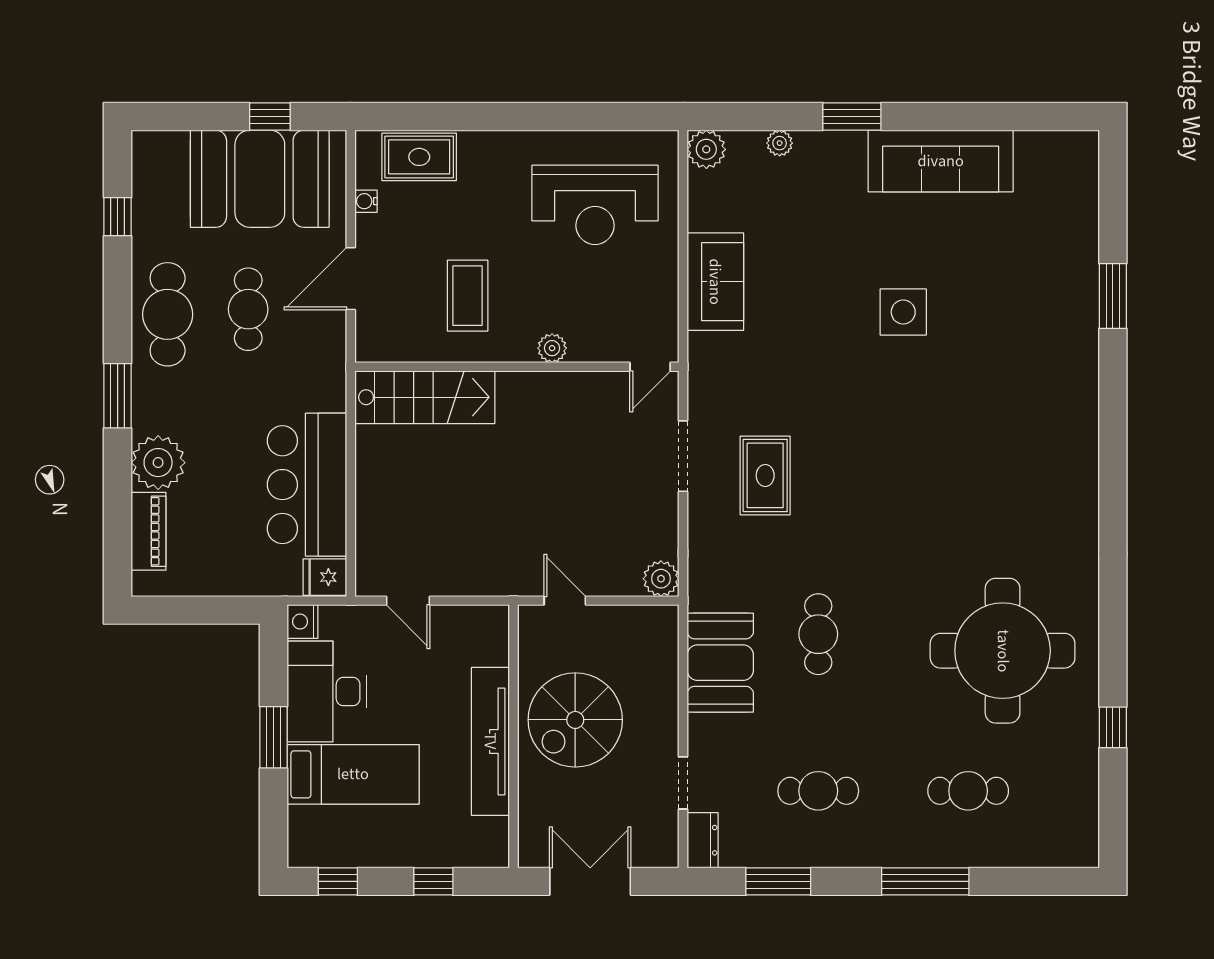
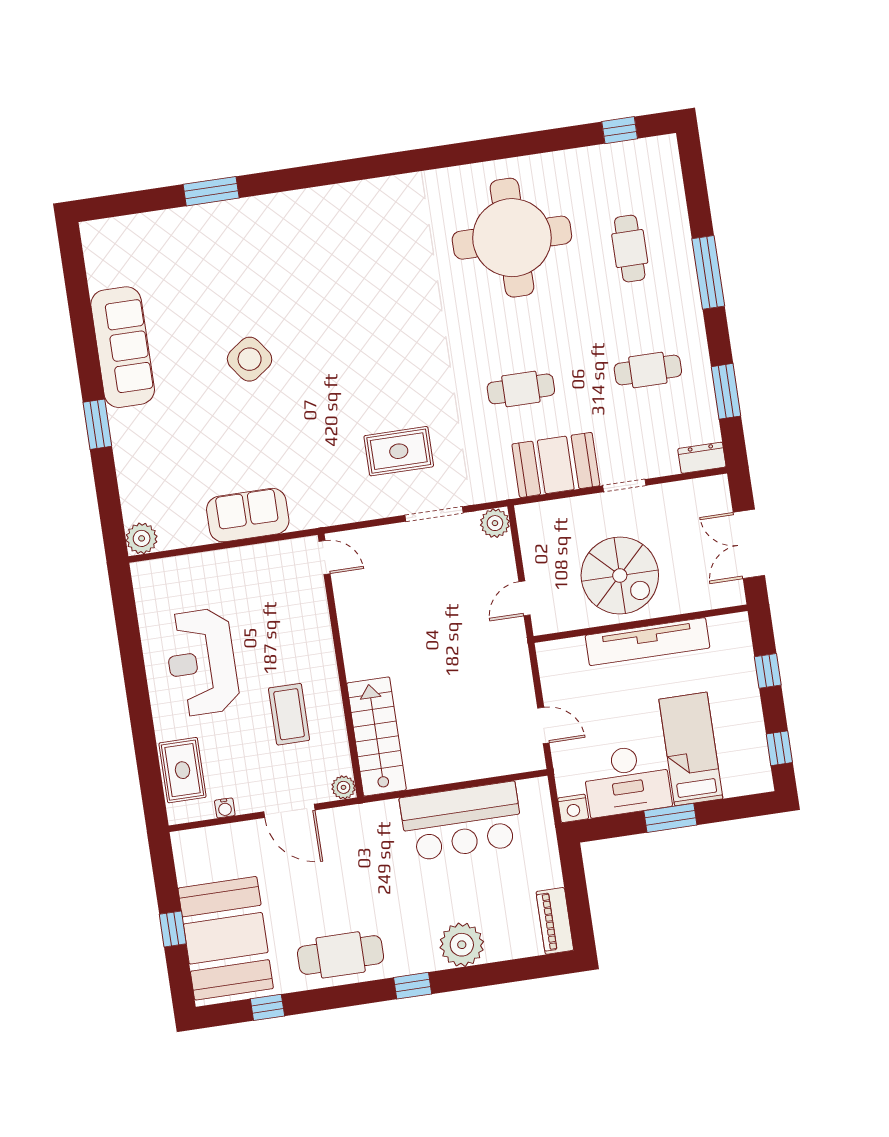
window: (270, 117) -> (173, 929), moved
plant: (780, 143) -> (128, 480), removed
booth: (260, 179) -> (226, 938), moved
reception desk: (595, 205) -> (202, 662), moved, turned 180
coffee table: (468, 296) -> (289, 714), turned 90
cafe table: (248, 309) -> (327, 890), removed
side table: (903, 312) -> (250, 359), turned -36
plant: (552, 348) -> (343, 787), moved
window: (118, 396) -> (413, 986), width x0.67
doorway: (683, 456) -> (434, 514), moved
piano: (149, 531) -> (555, 921), moved, turned -90
fridge: (325, 577) -> (534, 796), removed
door: (408, 601) -> (543, 725), hinge flipped
window: (1113, 727) -> (620, 130), moved
doorway: (683, 783) -> (624, 486), moved
cafe table: (818, 791) -> (648, 370), turned 90

